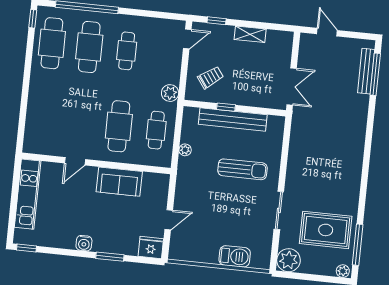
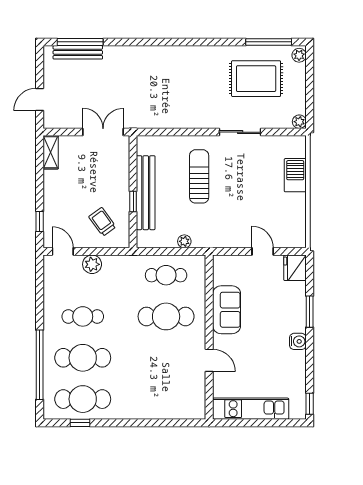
window: (33, 19) -> (80, 423), moved
shelving: (250, 34) -> (51, 152), moved
plant: (170, 93) -> (92, 264), moved
rug: (326, 230) -> (256, 79), turned 90
plant: (289, 260) -> (299, 122), width x0.53, depth x0.53

